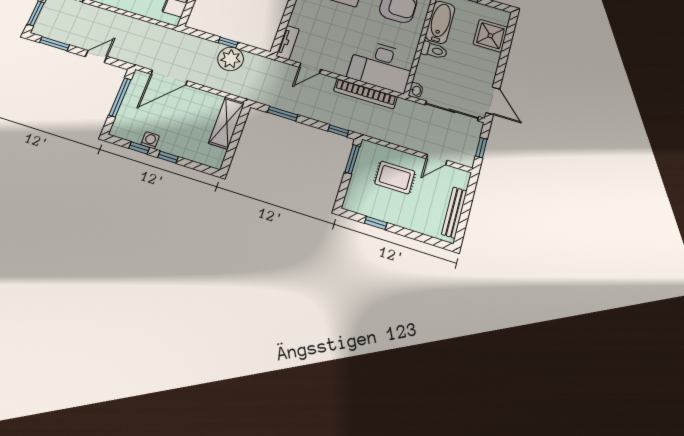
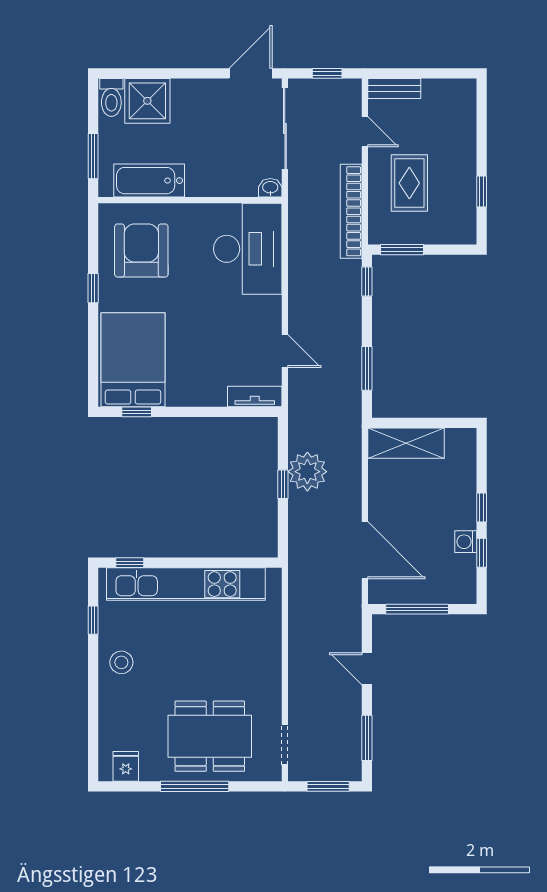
toilet: (434, 50) -> (111, 97), moved, turned 180
bookcase: (365, 94) -> (351, 211), moved, turned 180
bench: (454, 212) -> (394, 88), moved, width x0.73

